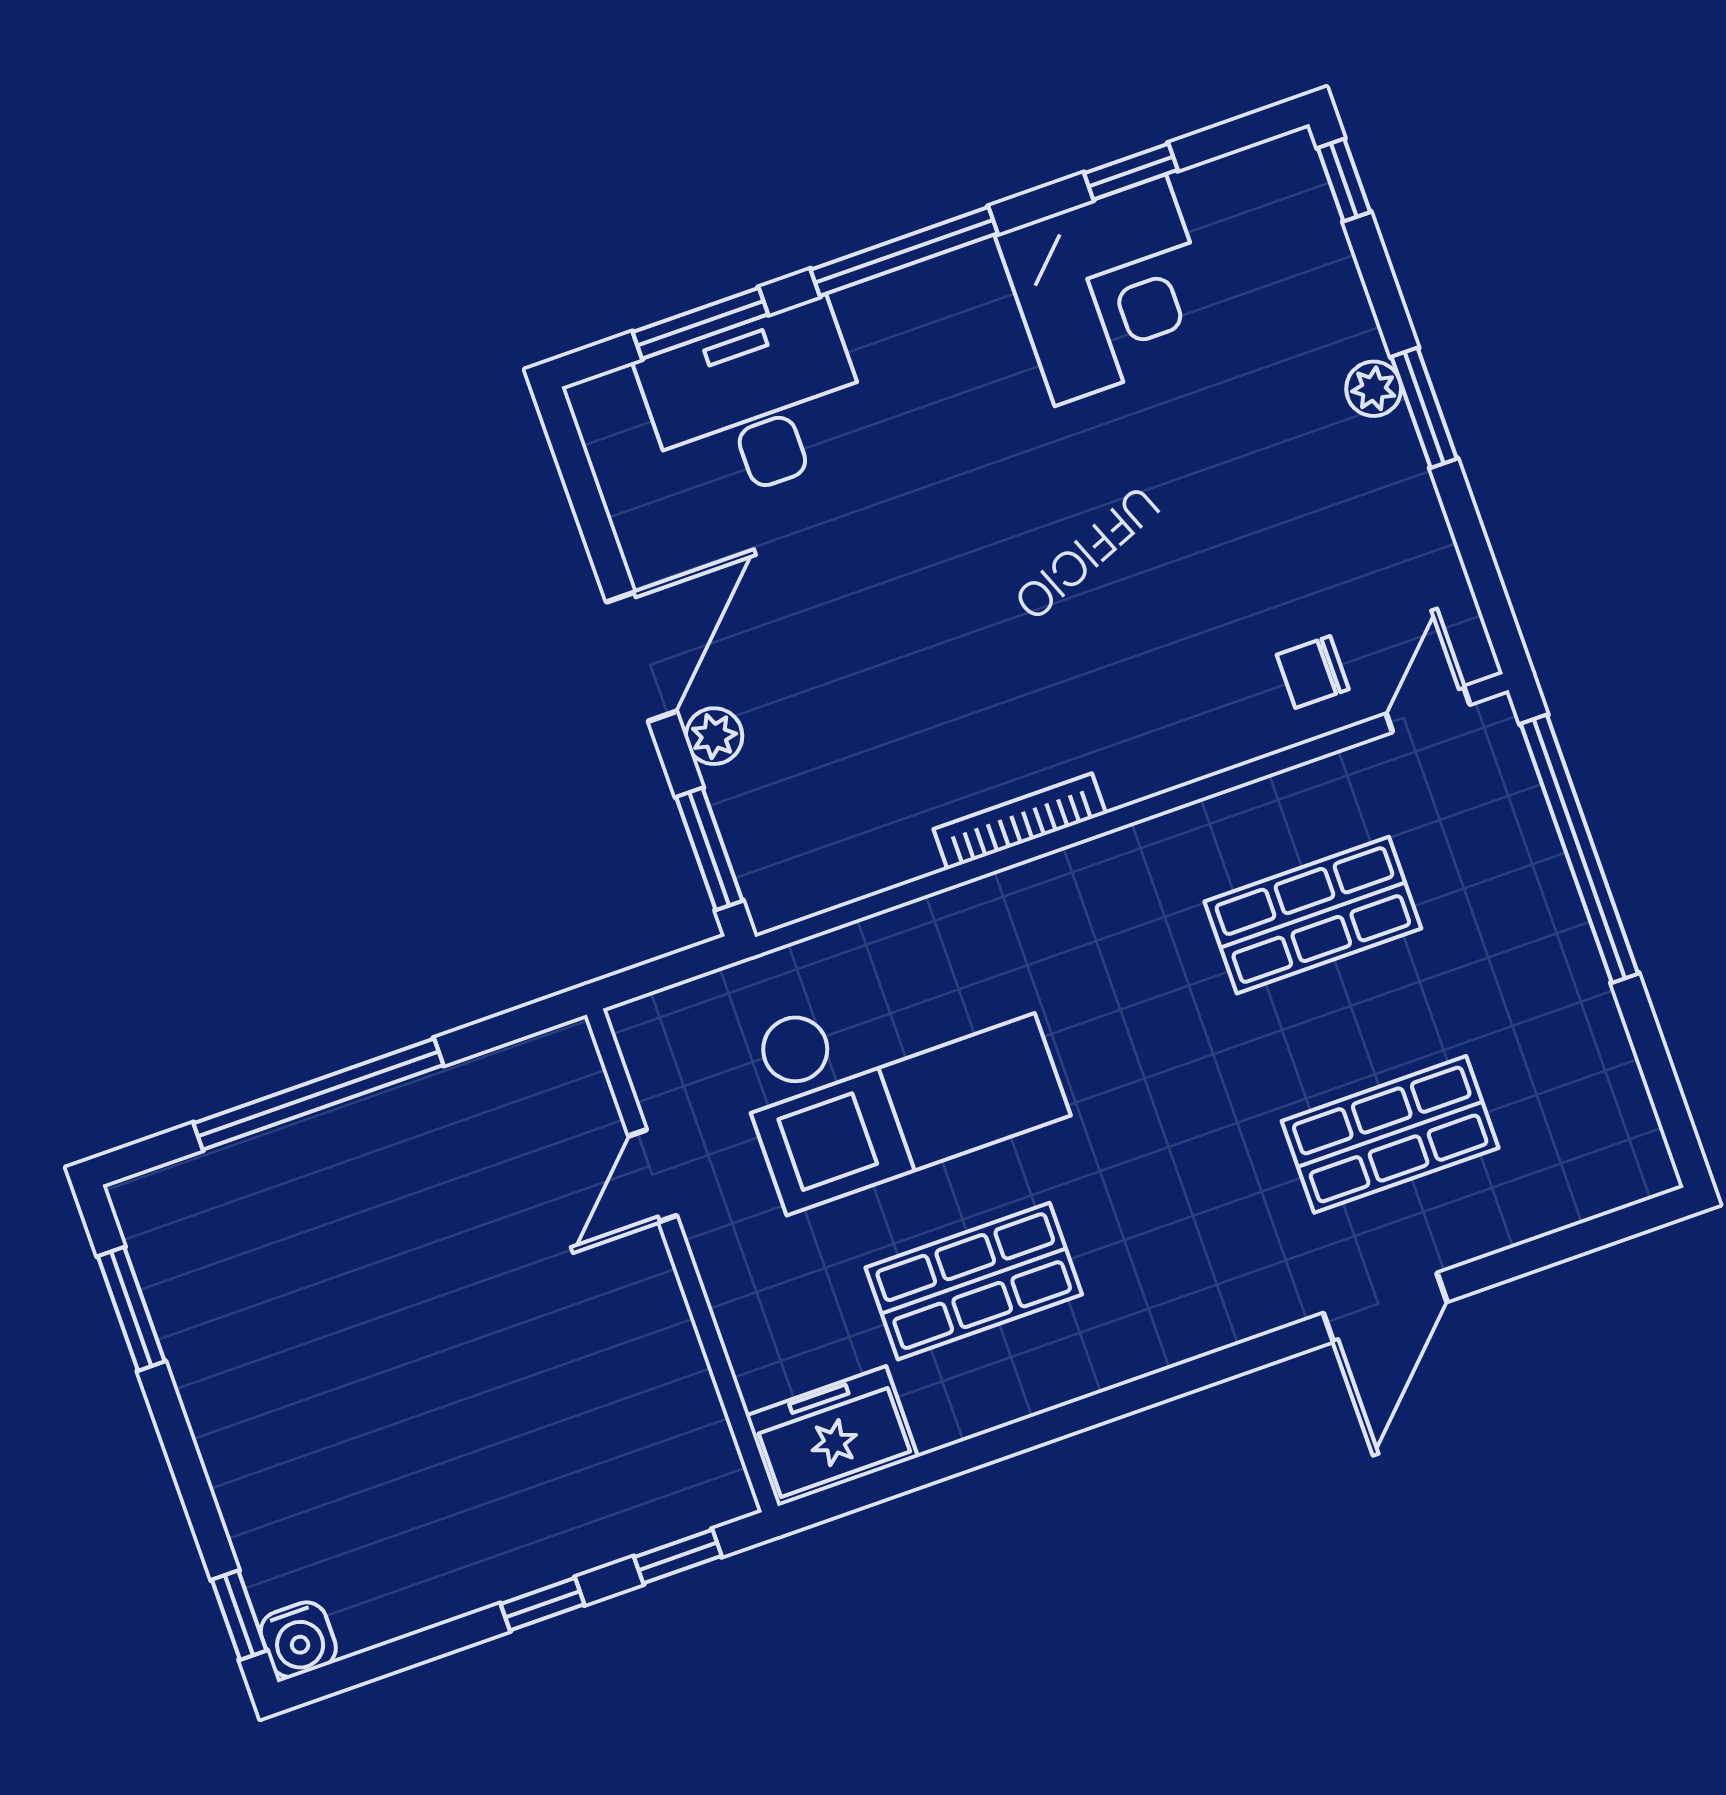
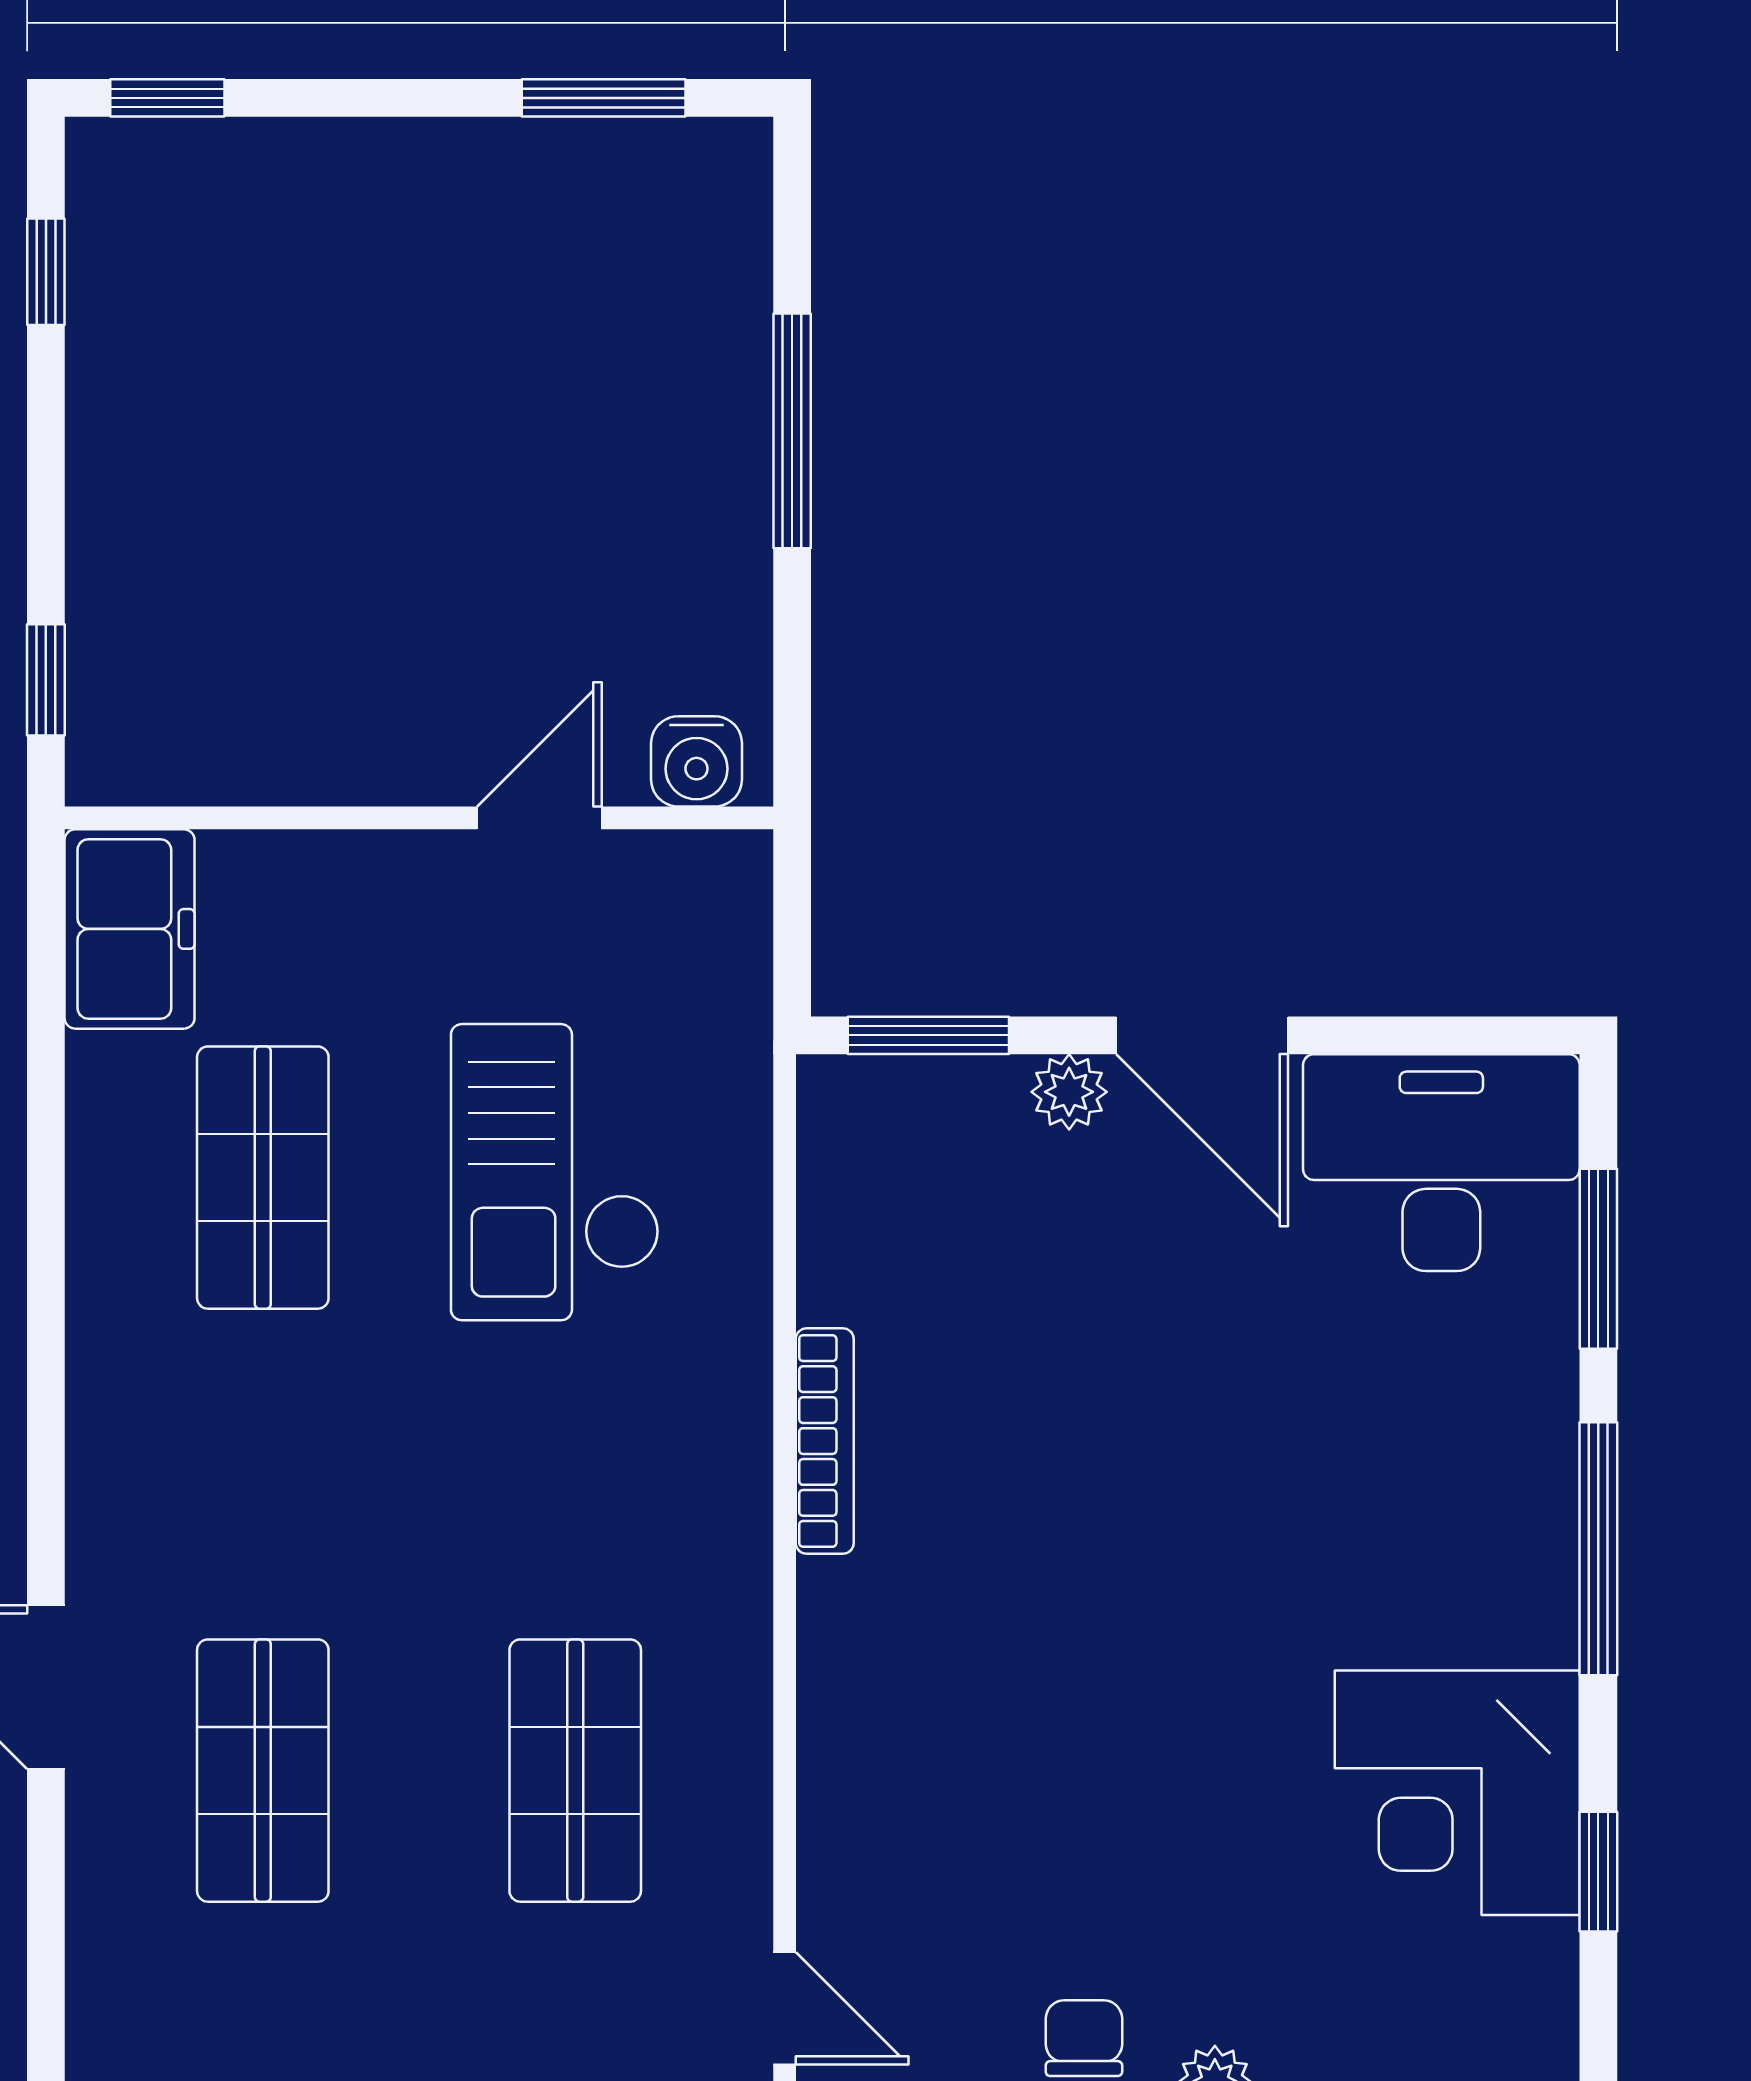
desk: (756, 404) -> (1441, 1163), moved, turned -90
chair: (1313, 672) -> (1084, 2038), moved
checkout: (898, 1077) -> (555, 1172), width x0.73, depth x0.83
window: (318, 1094) -> (792, 431), width x0.68
door: (653, 1176) -> (539, 818), hinge flipped
window: (543, 1604) -> (46, 272), moved
water cooler: (298, 1640) -> (696, 761), moved, turned -90

